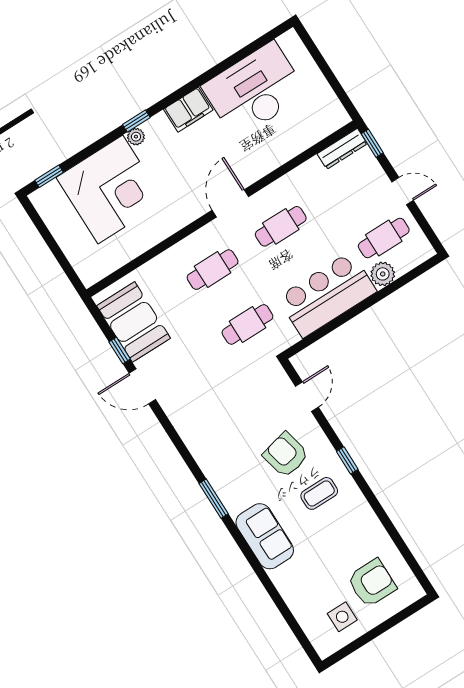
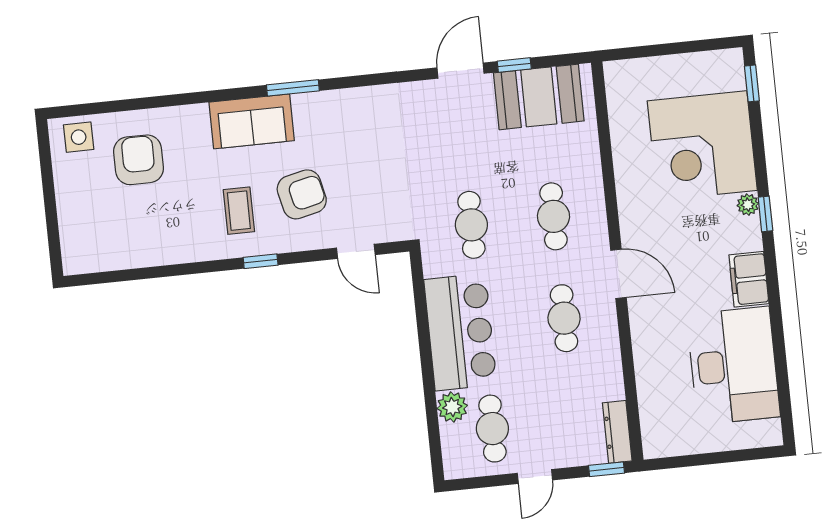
sofa: (265, 536) -> (252, 121), moved
armchair: (372, 583) -> (138, 160), moved, turned 180
side table: (342, 617) -> (79, 137), moved

